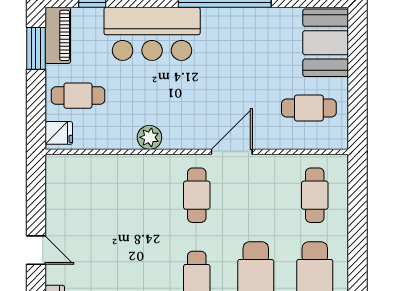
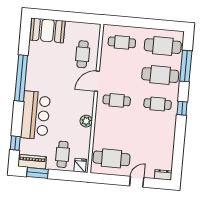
cafe table: (309, 108) -> (83, 54), moved
door: (232, 152) -> (97, 81), hinge flipped
cafe table: (79, 195) -> (111, 158), added

